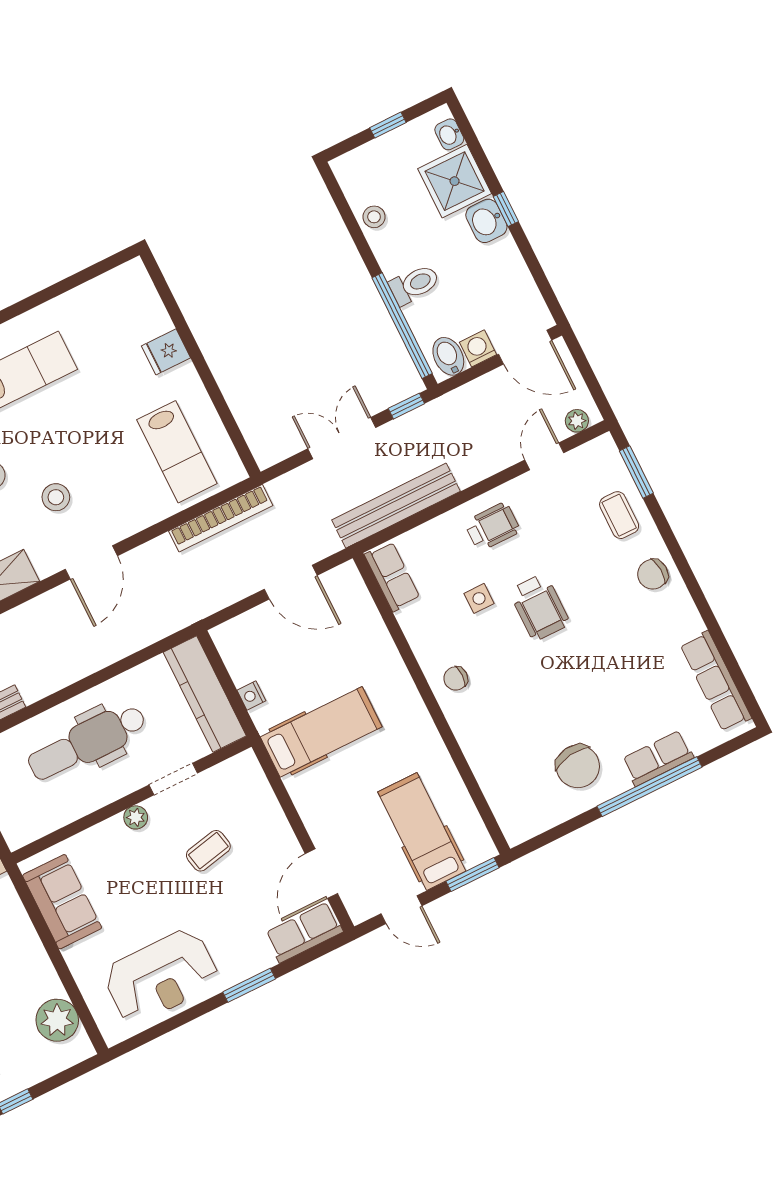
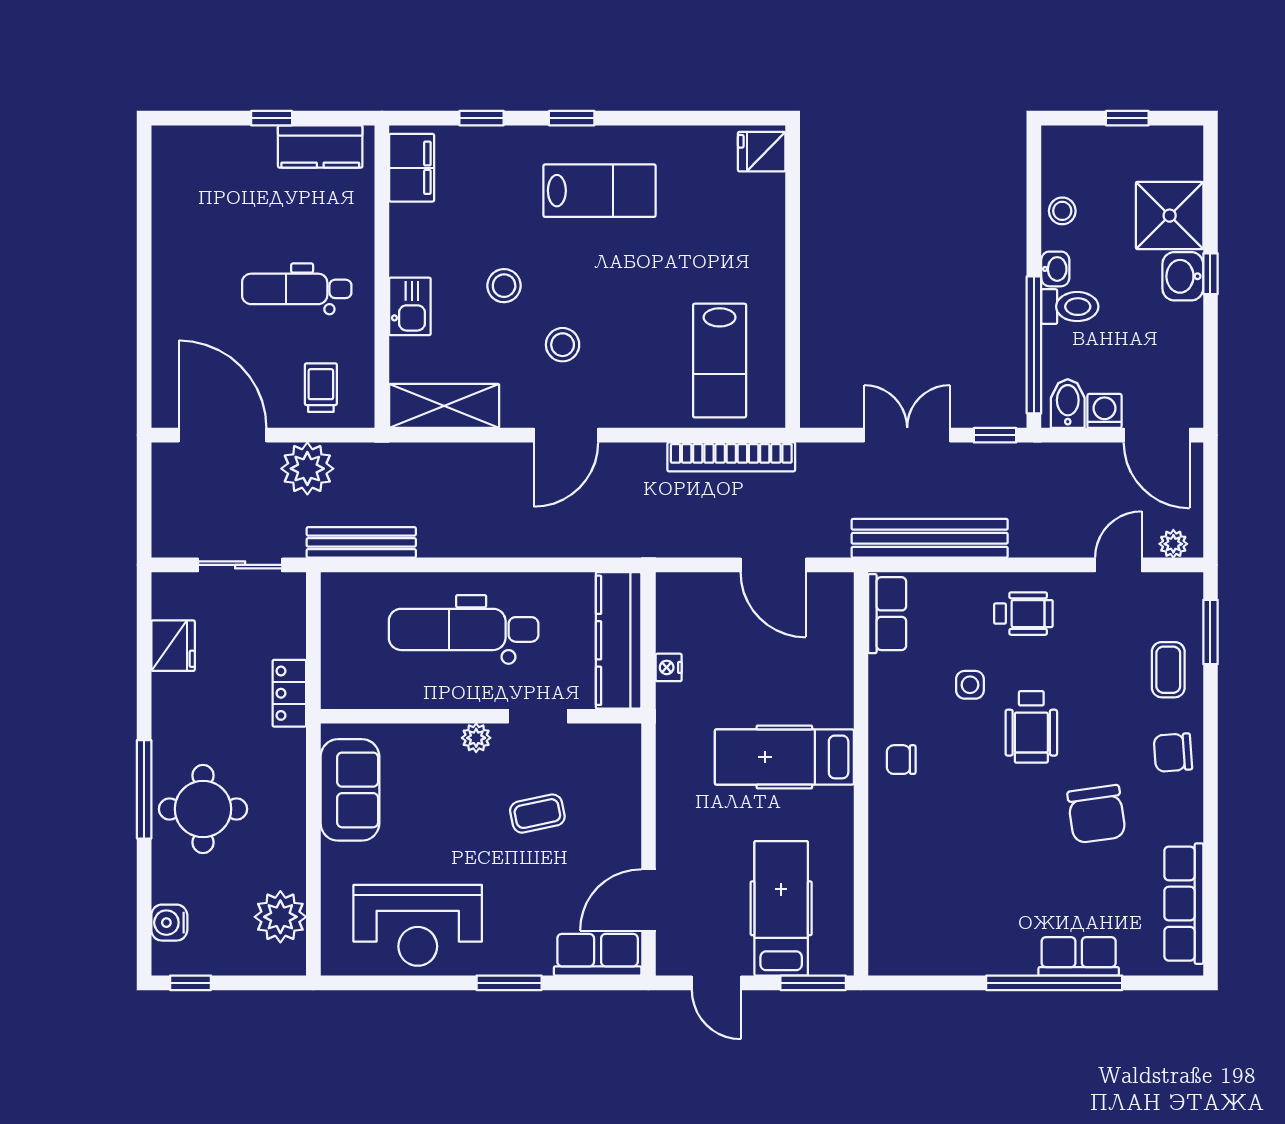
washbasin: (449, 134) -> (1055, 269), moved, turned 180
fridge: (166, 352) -> (762, 152), moved
hospital bed: (321, 732) -> (784, 757), moved, turned 180
chair: (578, 766) -> (1096, 814), moved

